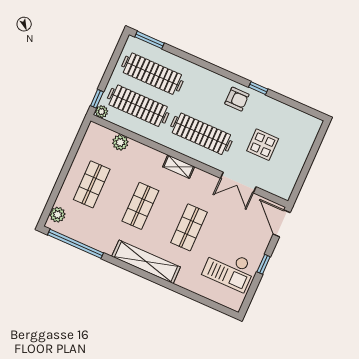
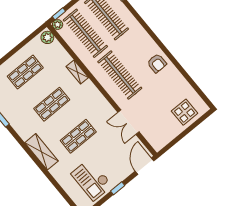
window: (258, 88) -> (176, 63), removed
plant: (120, 142) -> (47, 37), moved
display table: (263, 145) -> (185, 112), moved
shelving: (179, 167) -> (77, 72), moved
shelving: (146, 262) -> (41, 152), width x0.68

